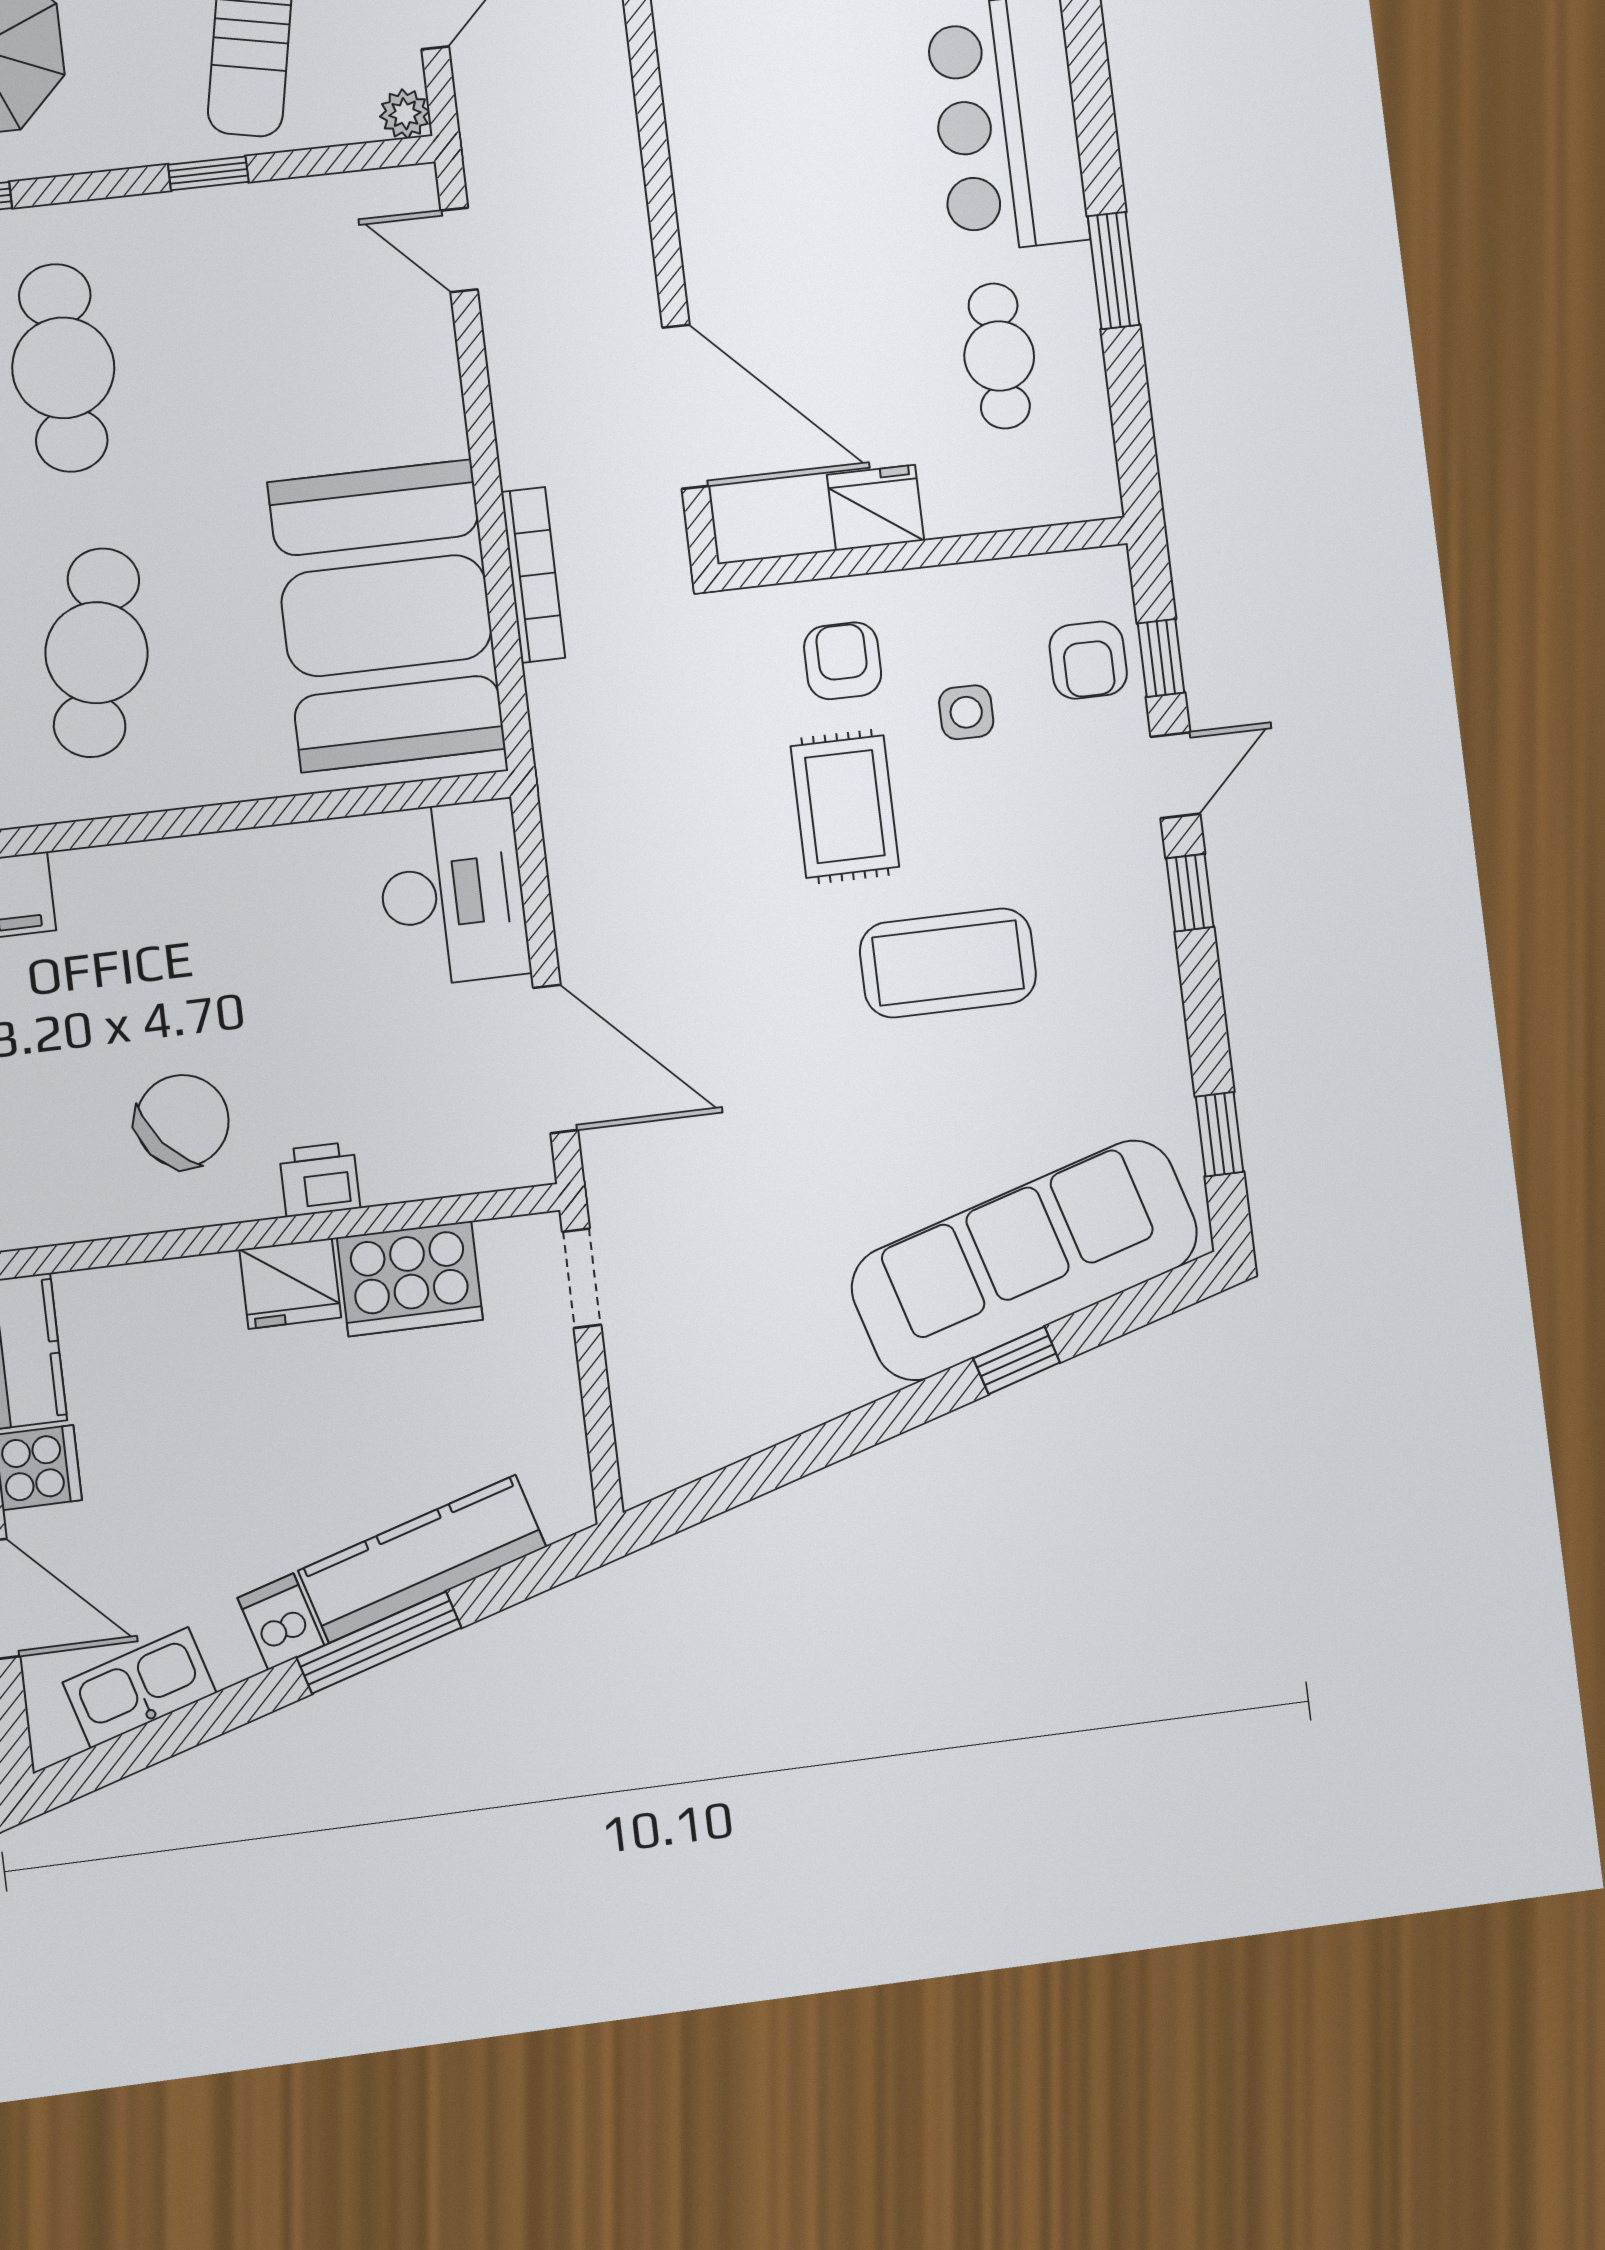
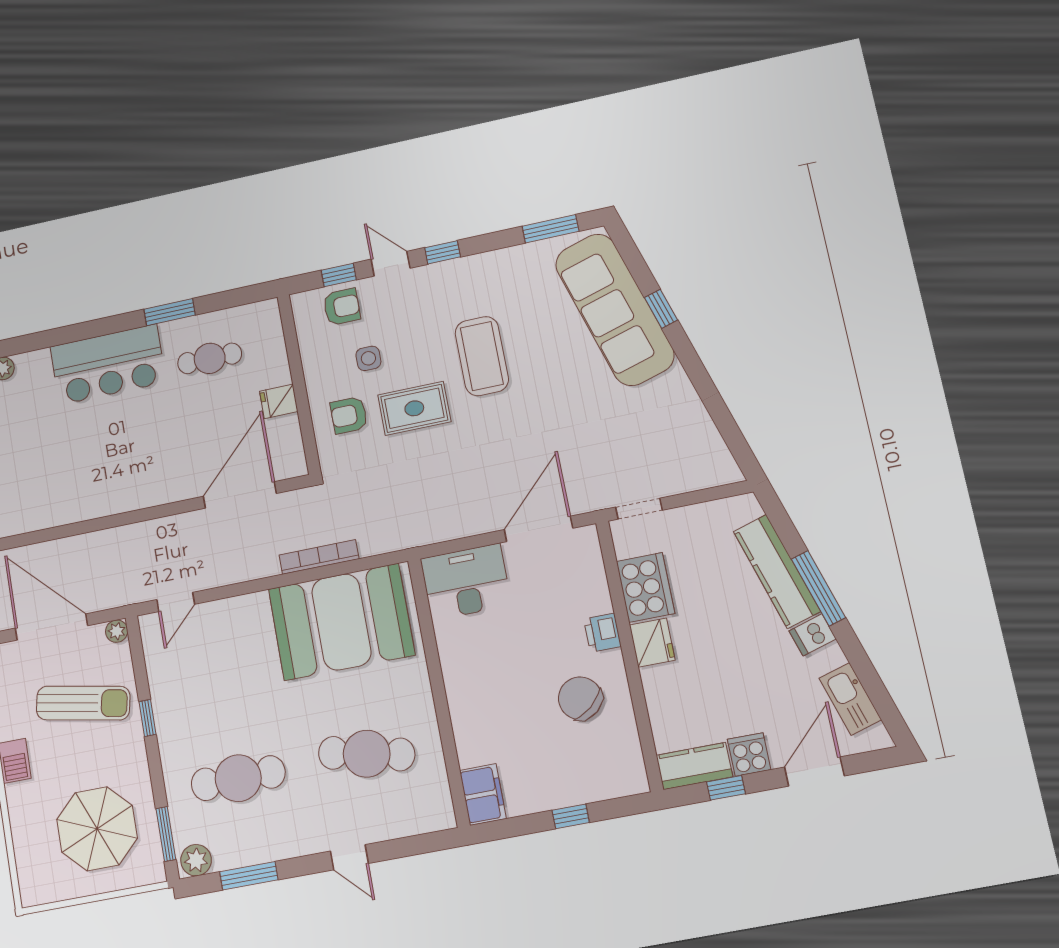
fridge: (876, 508) -> (279, 401), width x0.72
window: (1219, 1134) -> (551, 229), width x1.50

